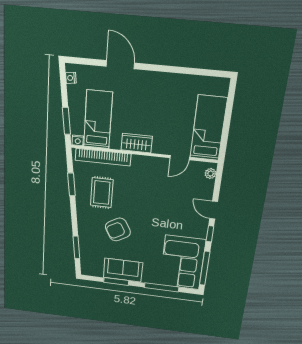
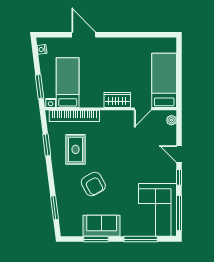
wardrobe: (137, 143) -> (117, 100), moved
armchair: (118, 229) -> (93, 184), turned -89

